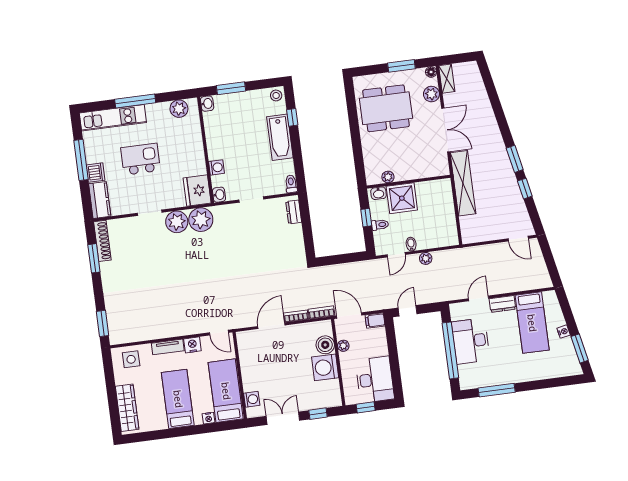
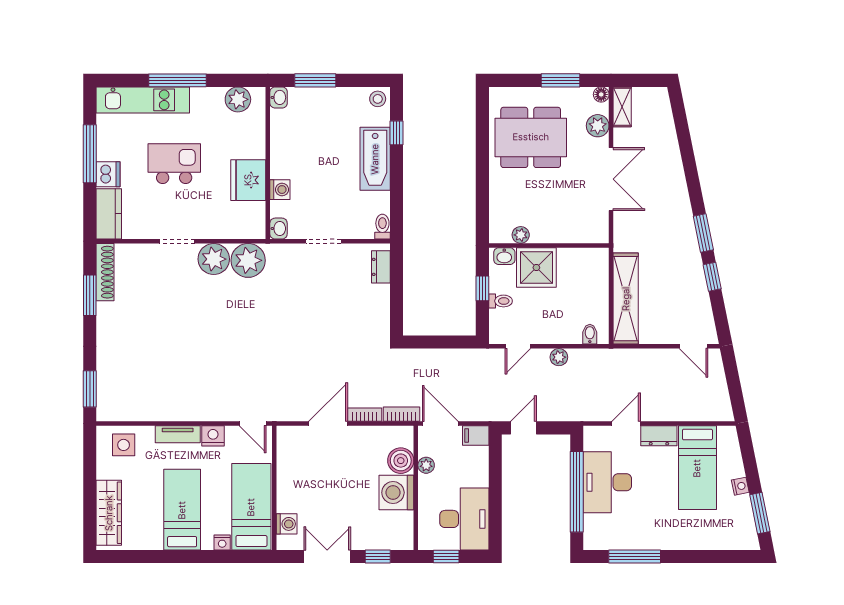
shelving: (463, 183) -> (626, 299), moved
fridge: (197, 190) -> (248, 180), moved
bidet: (411, 244) -> (590, 334), moved

